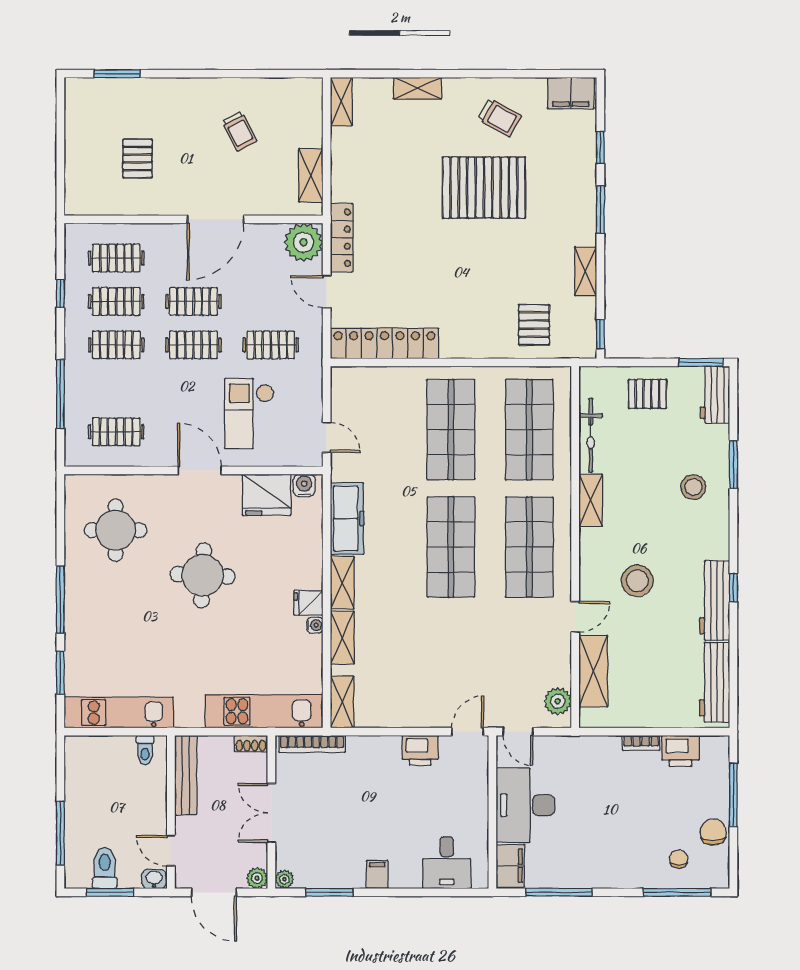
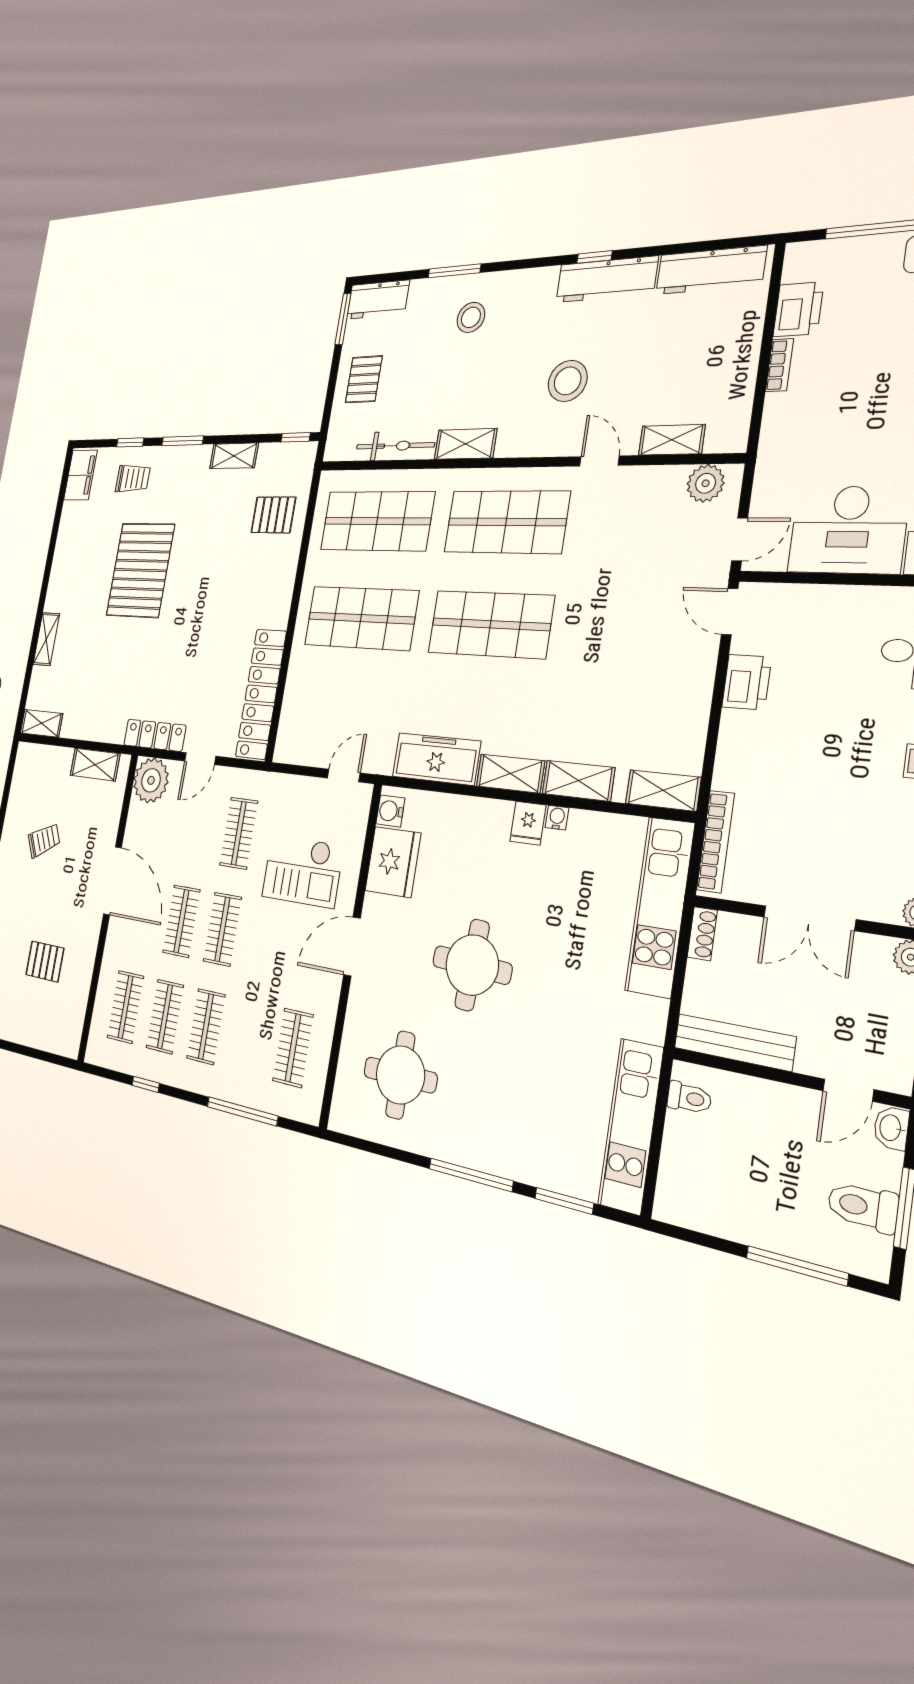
trolley: (500, 118) -> (133, 478), moved, turned 61
shelving: (593, 671) -> (672, 440), width x0.67, depth x0.75

